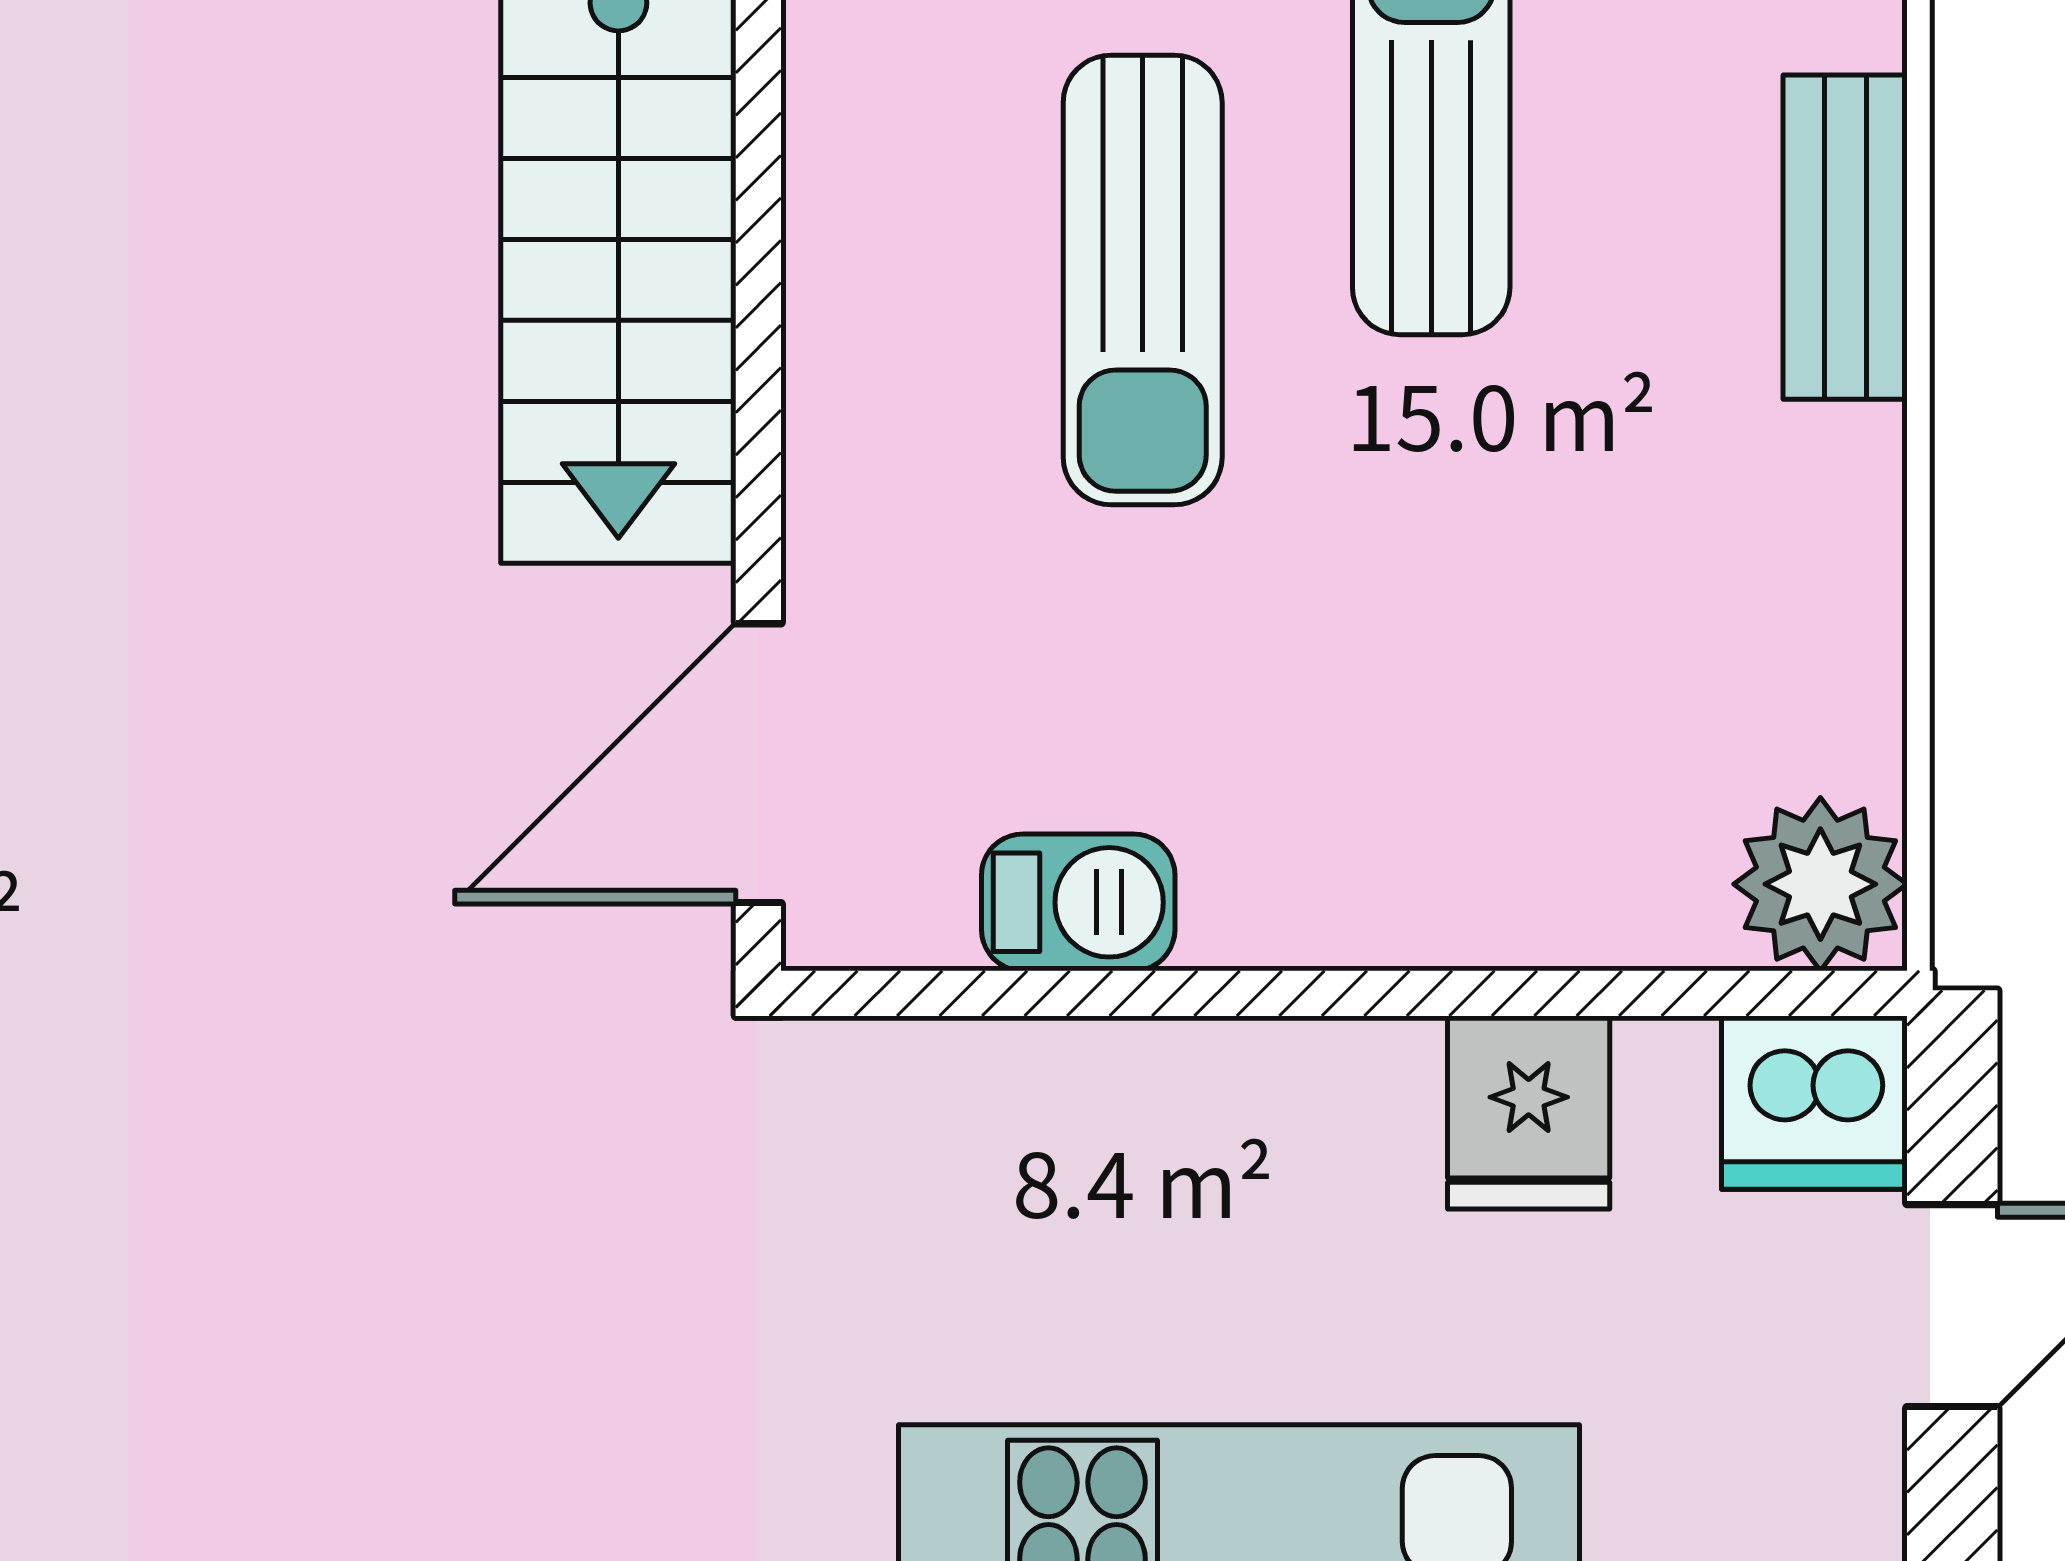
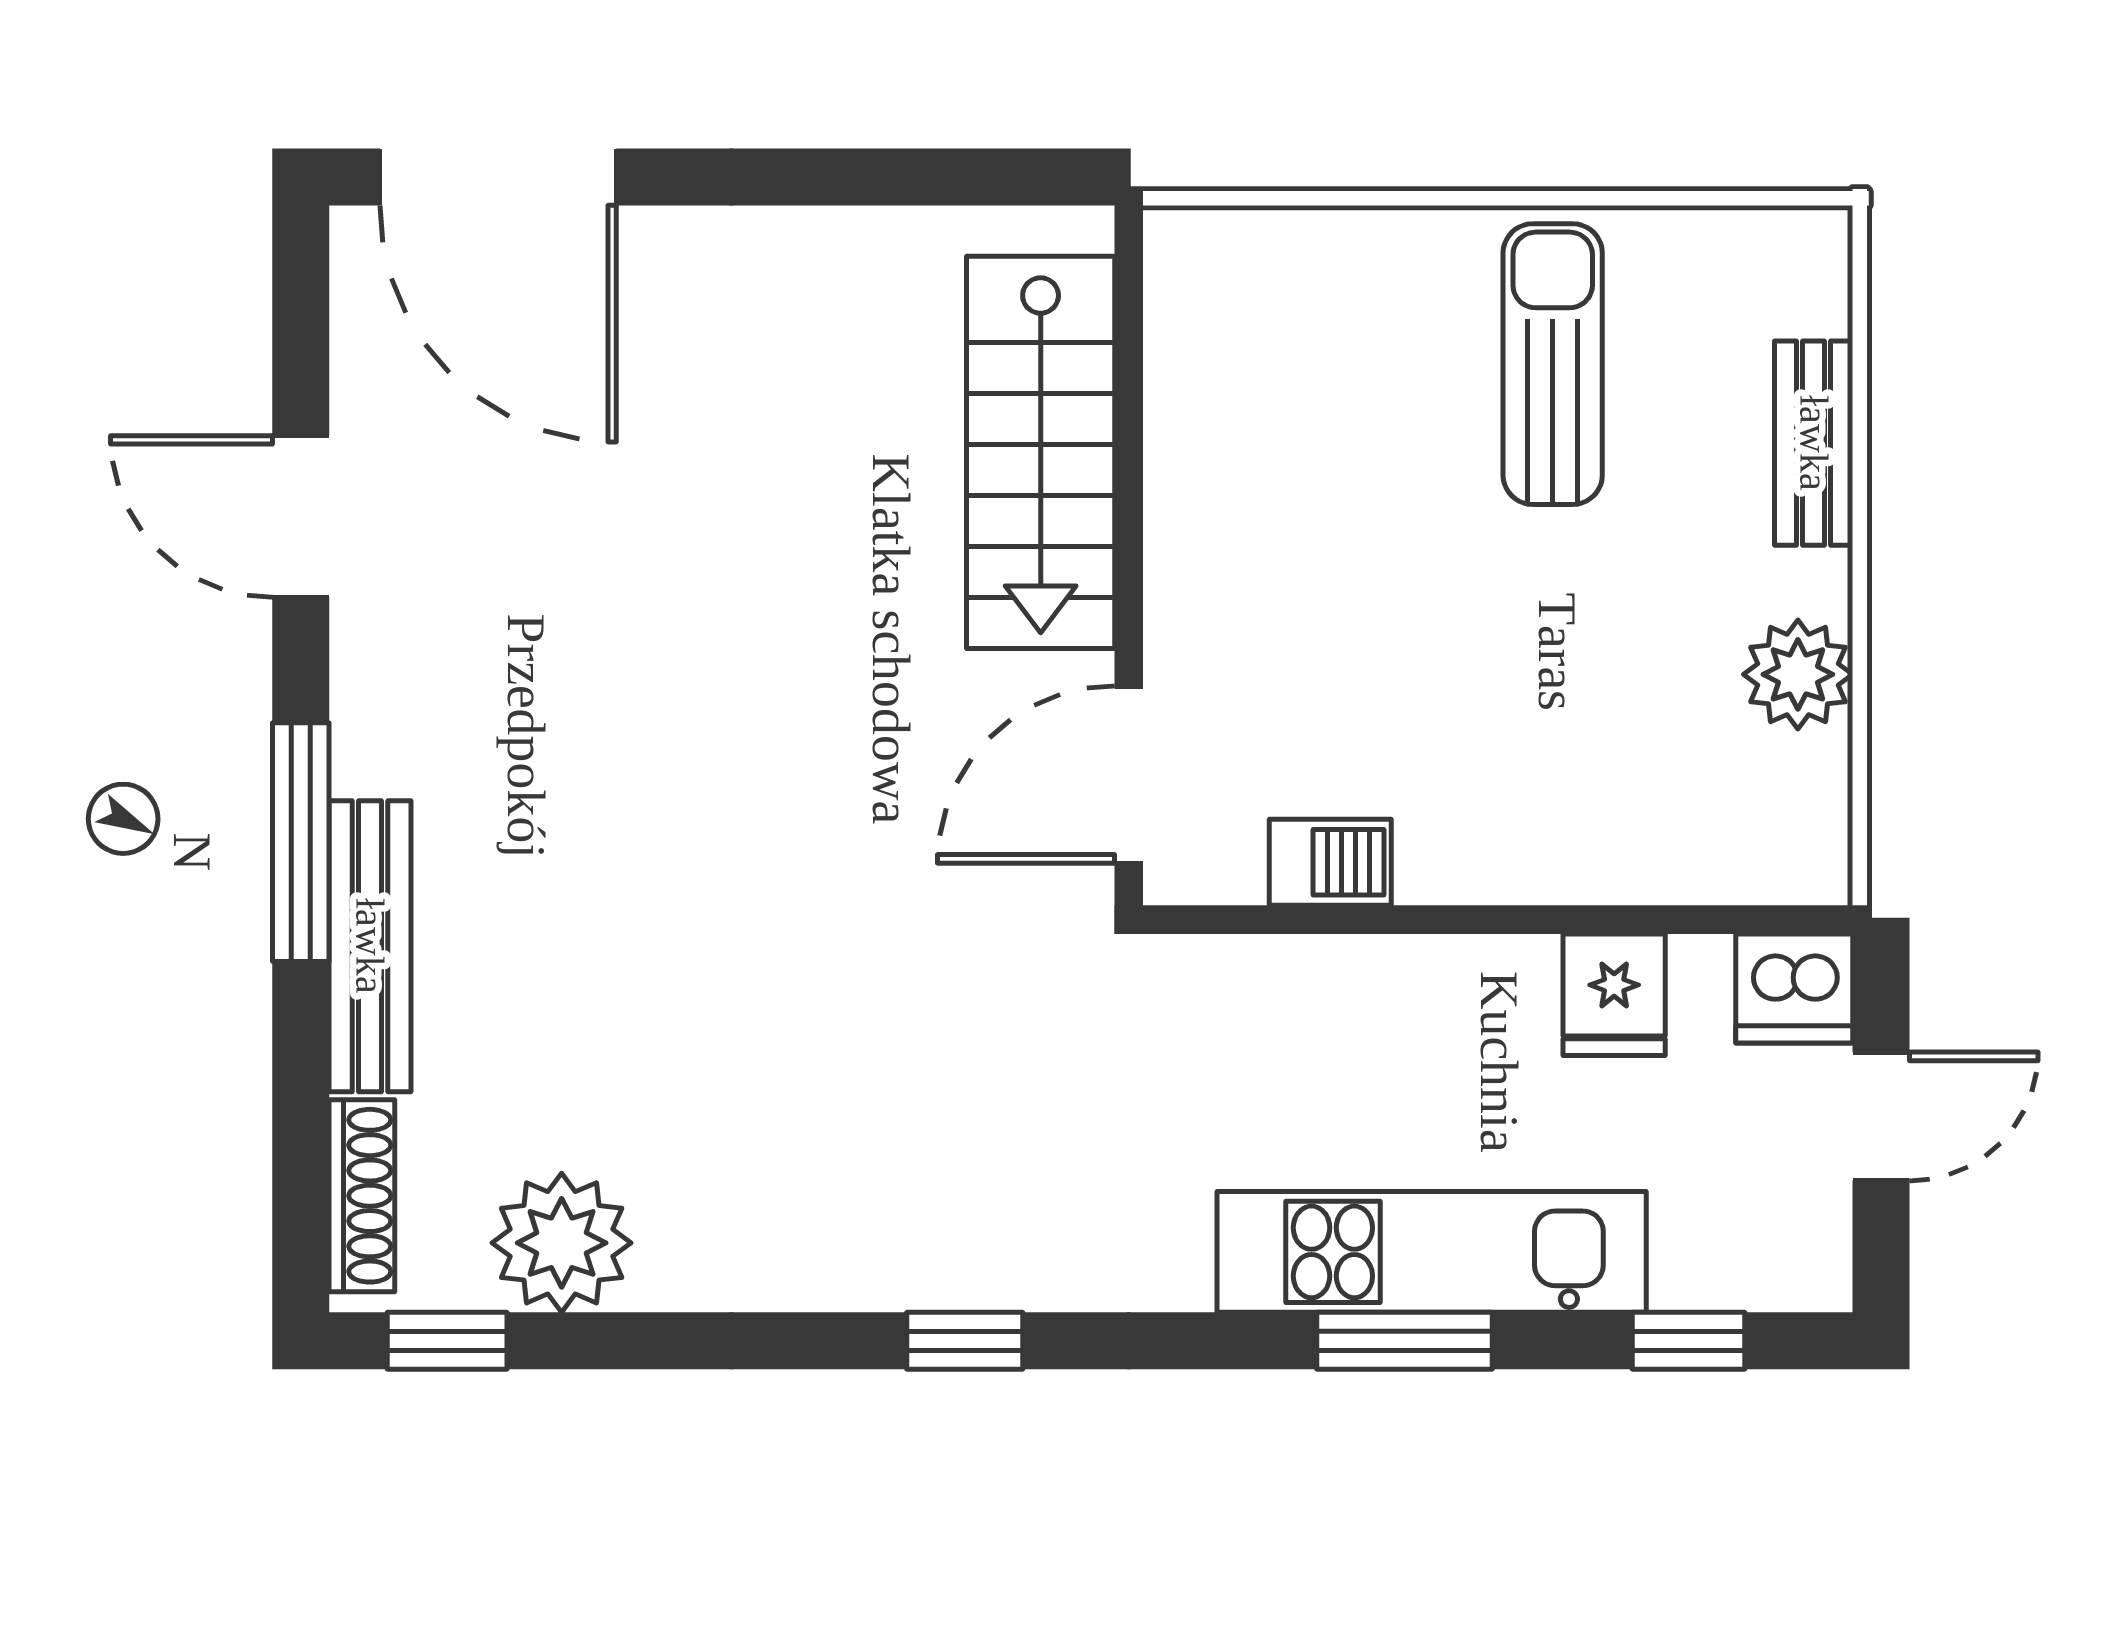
sun lounger: (1143, 280) -> (1371, 470), removed
plant: (1820, 884) -> (1798, 674), moved

